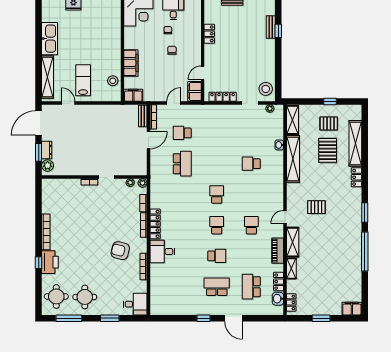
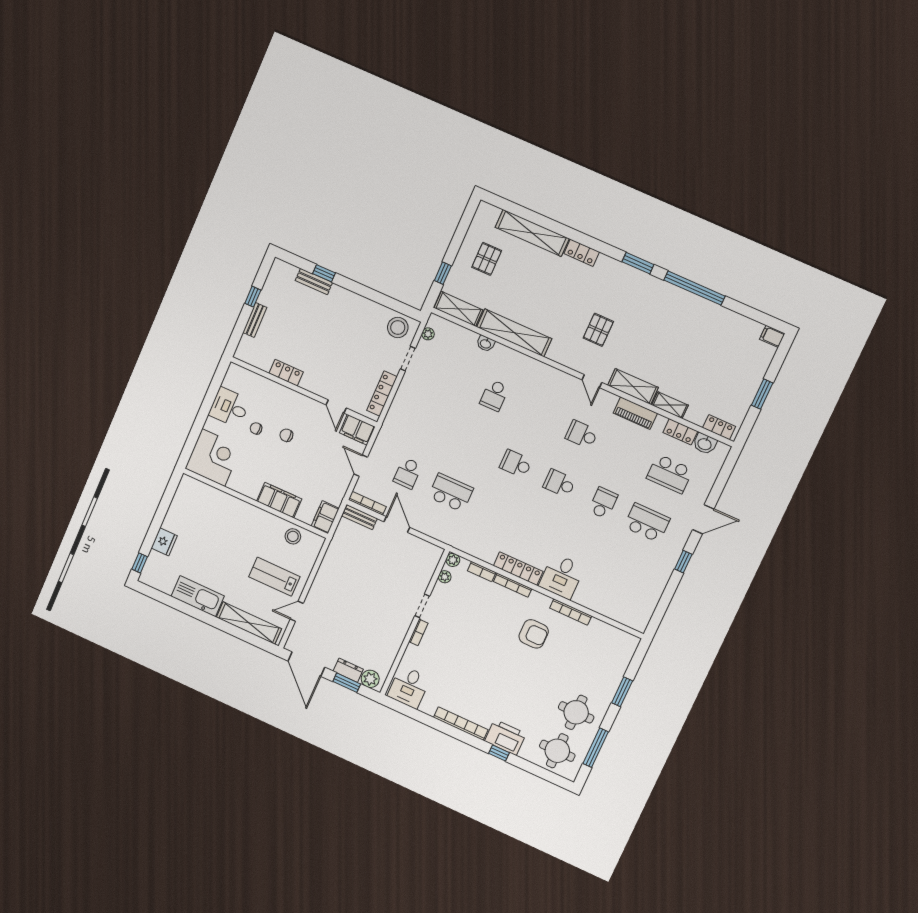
window: (330, 101) -> (443, 273), moved
pallet: (328, 150) -> (524, 277), removed
armchair: (120, 251) -> (534, 634), turned -104
school desk: (217, 287) -> (647, 523), turned 90
desk: (135, 304) -> (409, 687), moved, turned 180
filing cabinet: (352, 309) -> (772, 336), width x0.50

